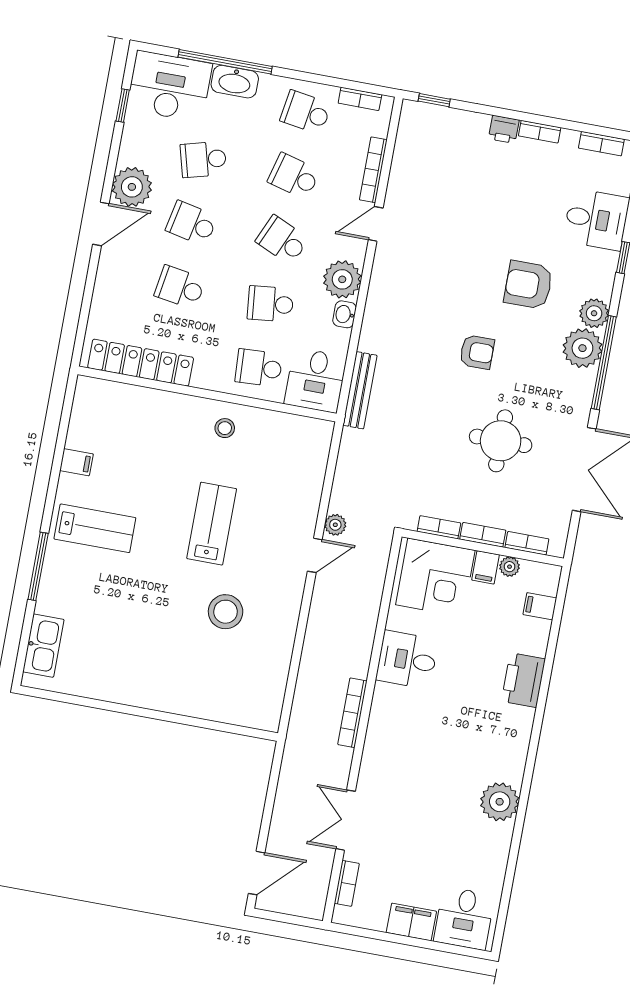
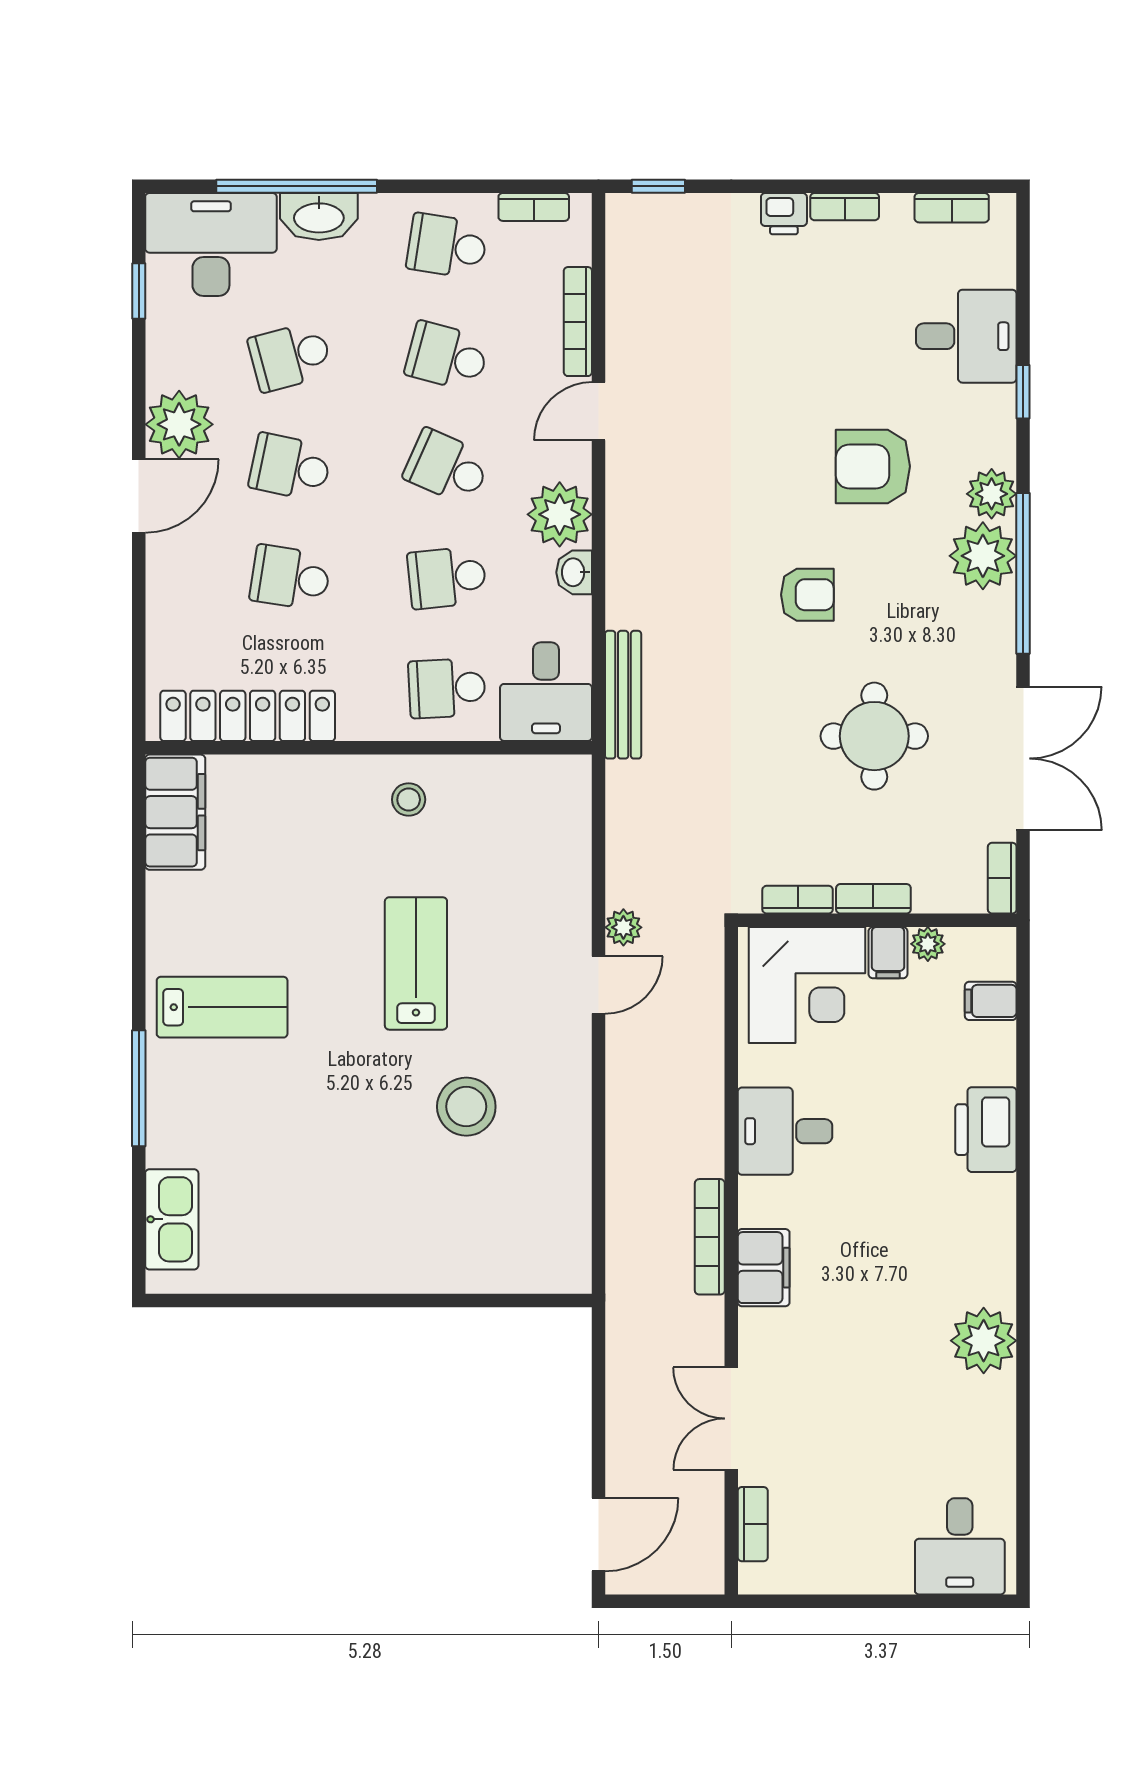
filing cabinet: (76, 462) -> (175, 812), moved, width x3.00, depth x1.17
bookcase: (527, 543) -> (1002, 878), moved, turned -90
filing cabinet: (411, 922) -> (764, 1268), moved, turned 90

